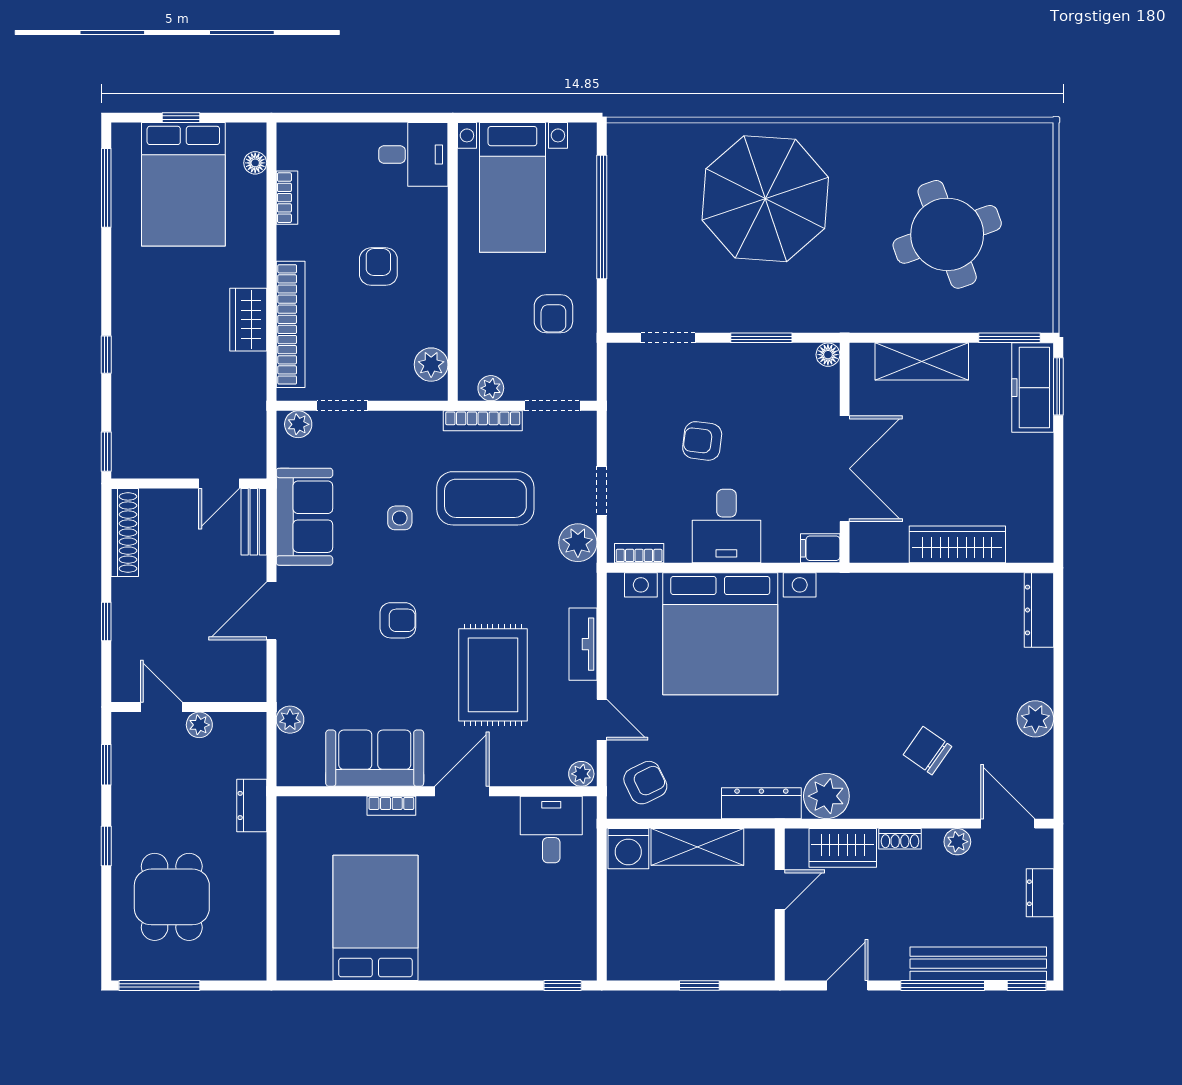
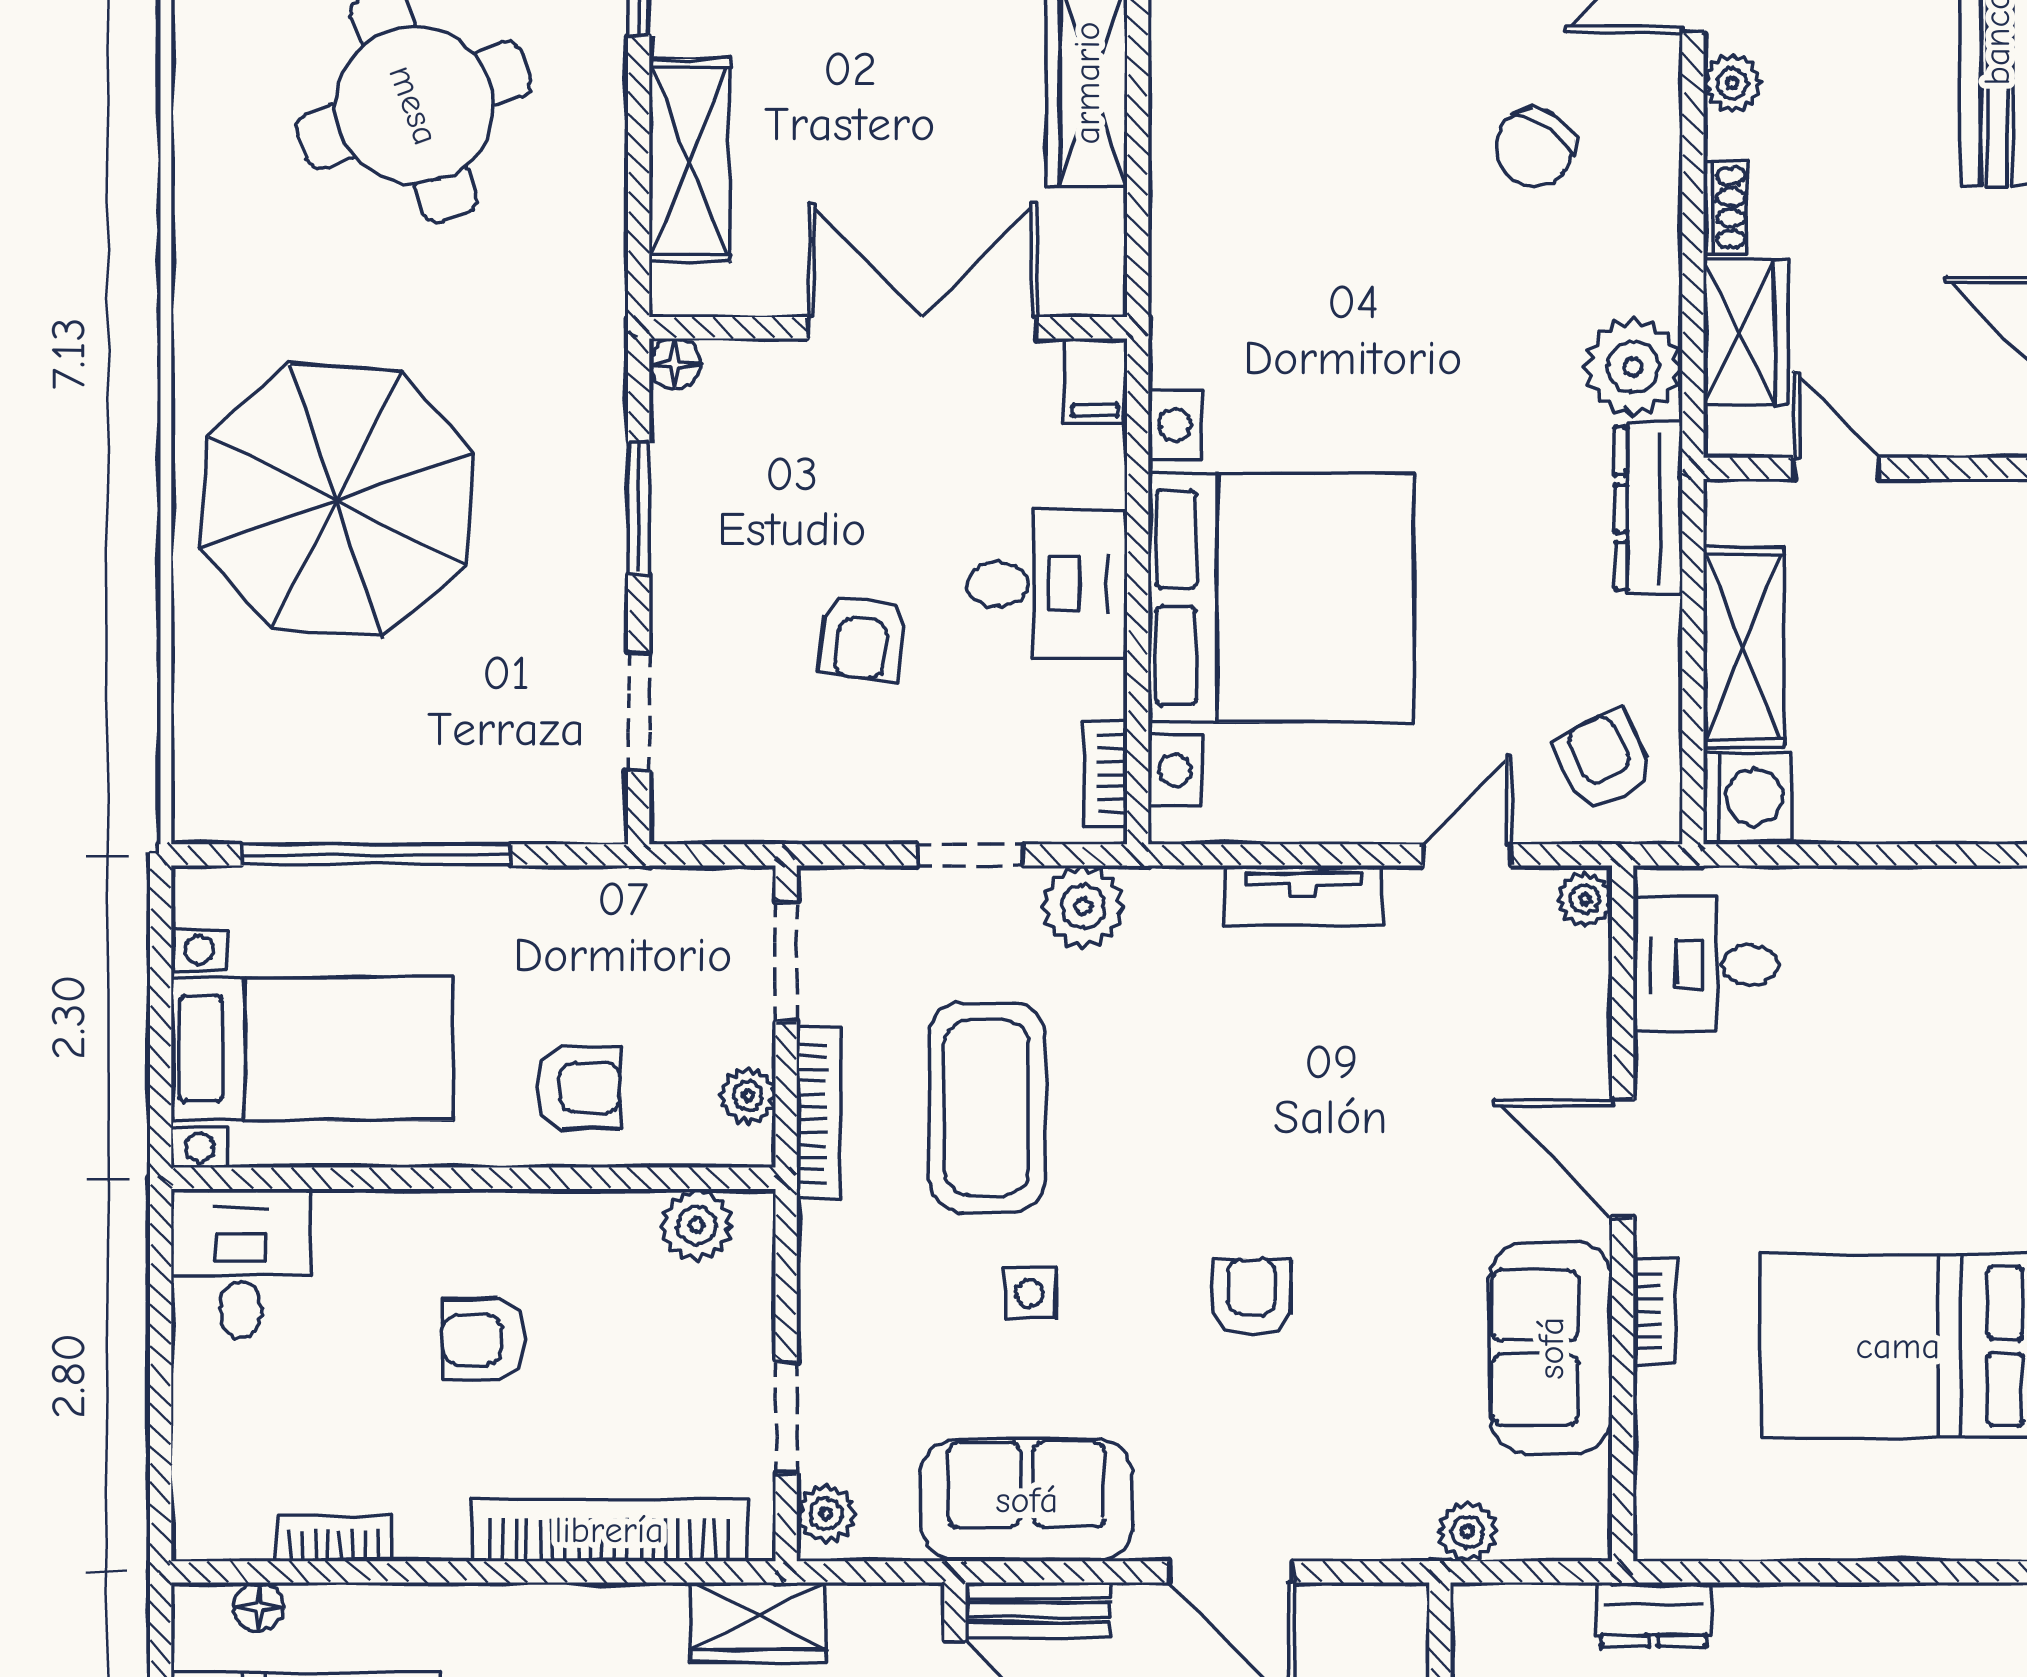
armchair: (553, 314) -> (579, 1087), moved
wardrobe: (248, 320) -> (758, 1622), moved
rug: (493, 675) -> (1370, 1091), removed

